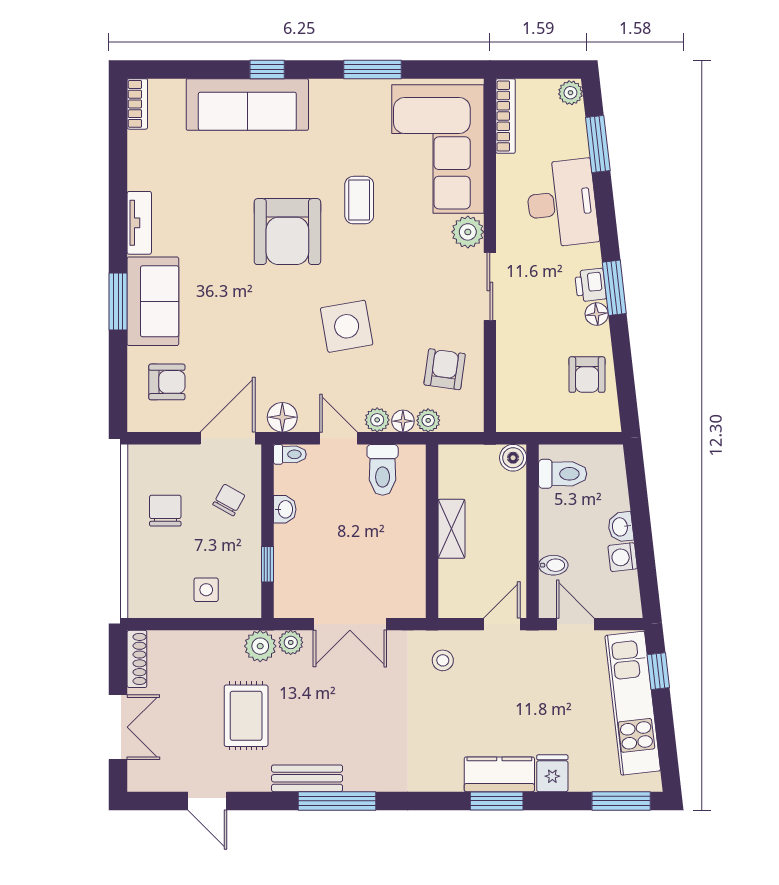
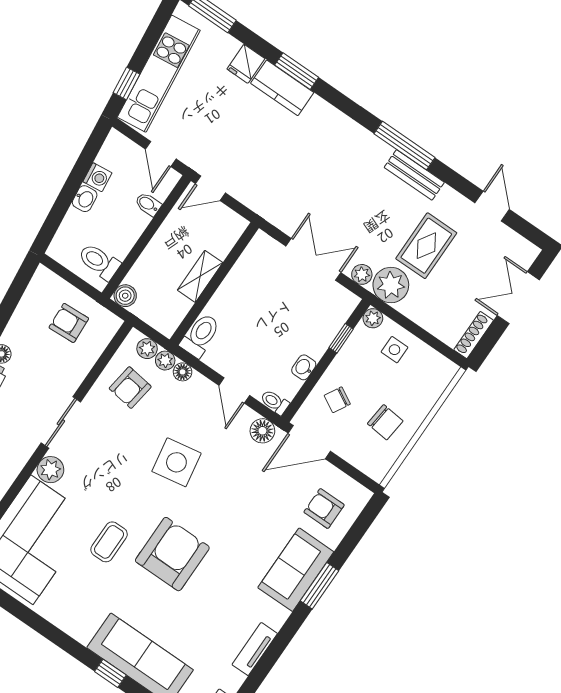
window: (373, 69) -> (39, 624), removed
tv unit: (139, 223) -> (255, 649), moved
armchair: (587, 375) -> (69, 323), moved, turned -93
plant: (377, 420) -> (147, 349), moved
toilet: (383, 470) -> (200, 335), moved
chair: (165, 511) -> (385, 422), turned -84
plant: (249, 606) -> (373, 318), added
plant: (260, 646) -> (391, 285), width x1.36, depth x1.36
stool: (443, 660) -> (267, 191), removed

